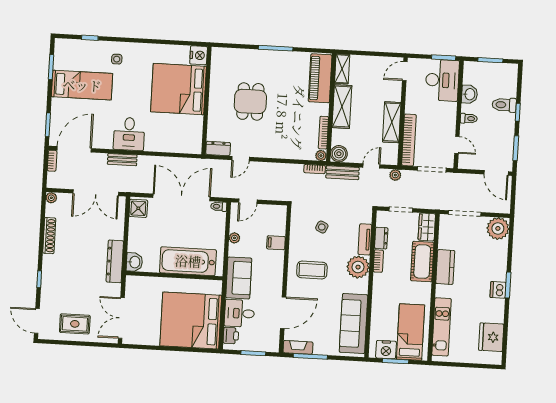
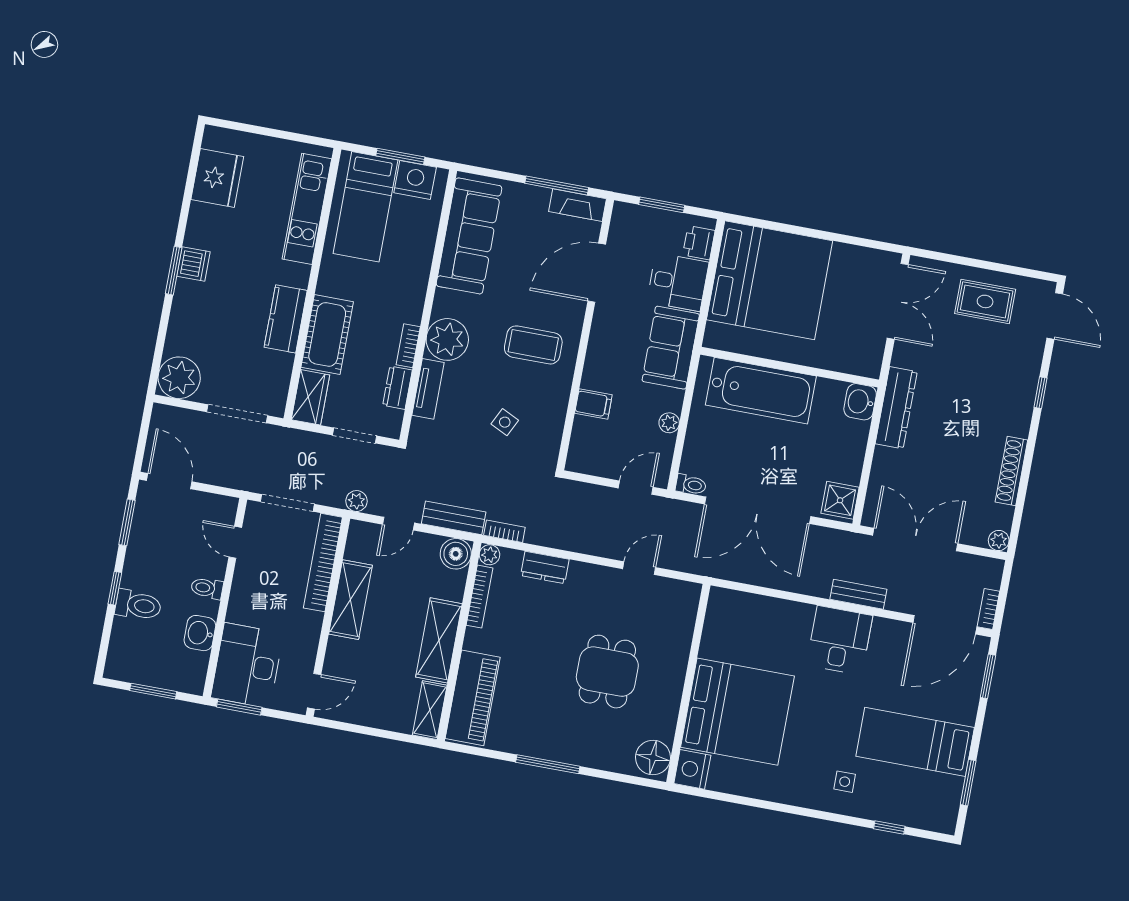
floor lamp: (220, 59) -> (653, 758), added
dresser: (218, 148) -> (545, 567), moved

